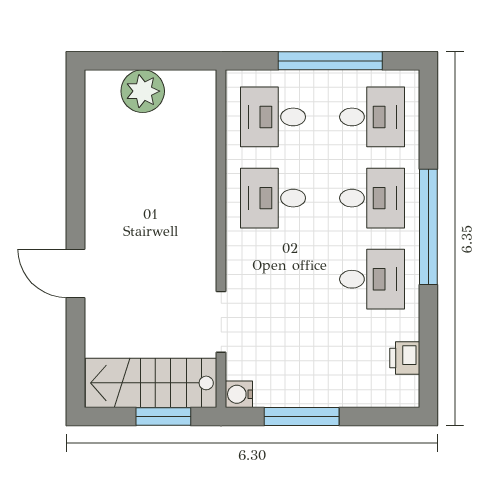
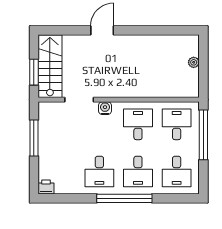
window: (330, 61) -> (203, 135), moved
plant: (143, 91) -> (194, 62), width x0.53, depth x0.53
printer: (405, 358) -> (46, 187), moved
water cooler: (239, 394) -> (105, 108), moved

